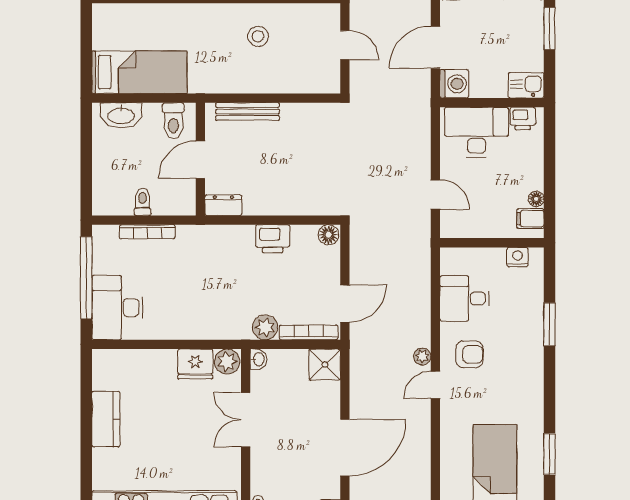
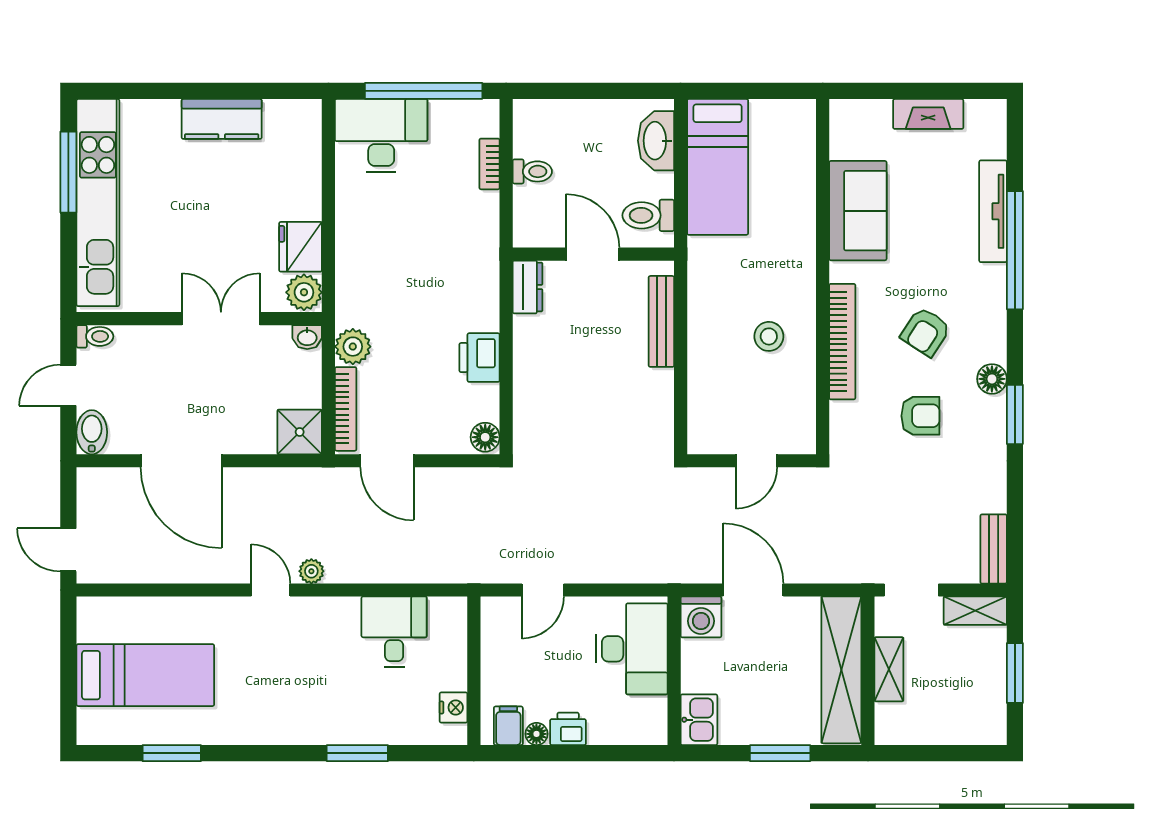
printer: (523, 119) -> (568, 729), moved, turned 90
bookcase: (147, 232) -> (490, 164), width x0.64
armchair: (469, 354) -> (314, 639), removed

